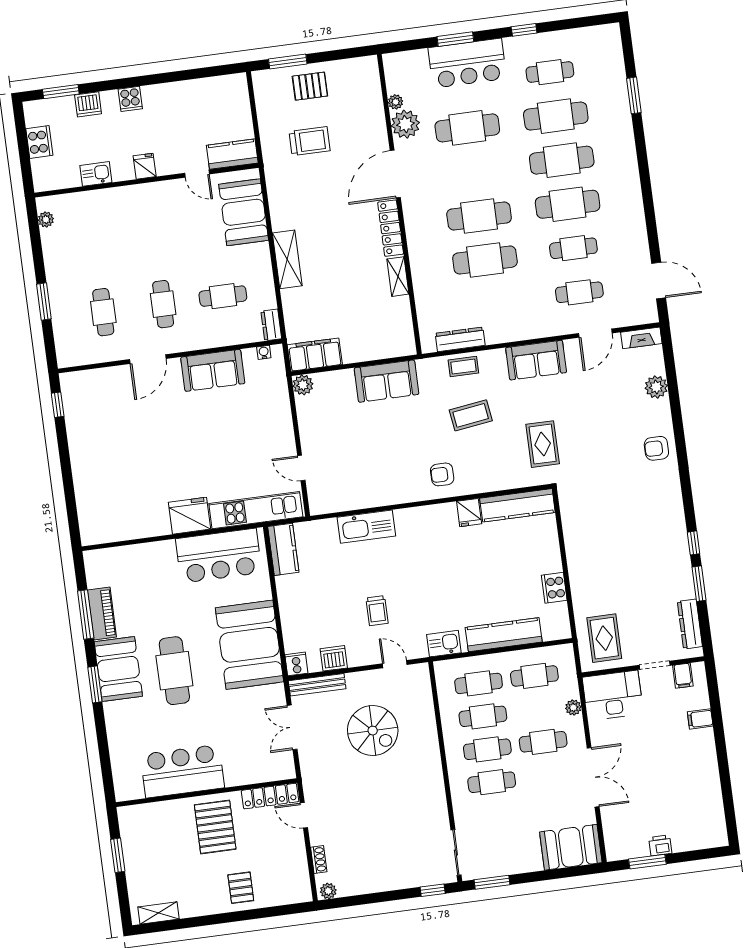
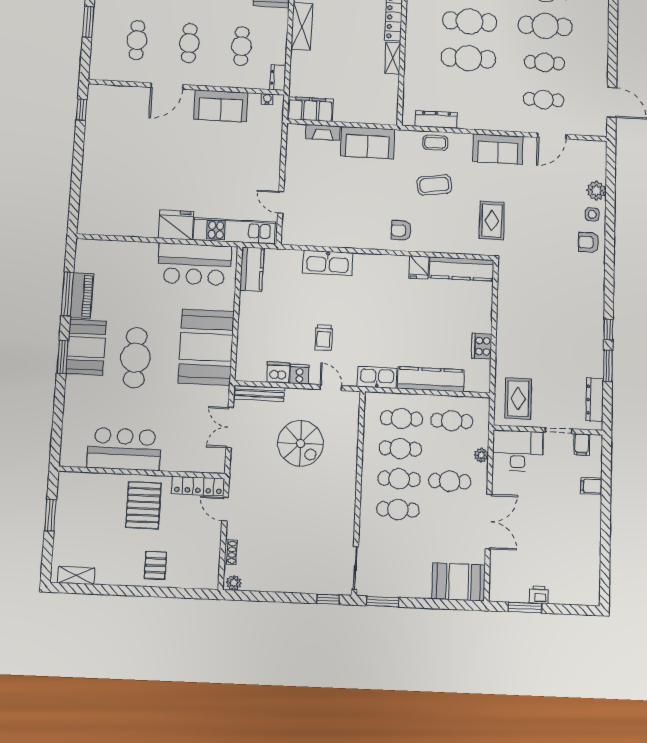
cafe table: (223, 296) -> (242, 46), turned 90
fireplace: (641, 338) -> (323, 132), moved
plant: (303, 385) -> (295, 132), removed
side table: (656, 415) -> (592, 214), added
kitchen sink: (444, 644) -> (377, 377), width x1.38
cooker: (296, 664) -> (300, 374), moved

